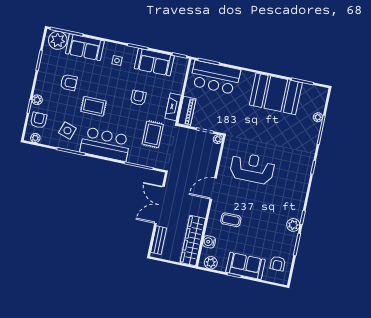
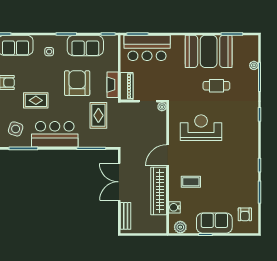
armchair: (138, 98) -> (77, 83), width x1.88, depth x1.88
cafe table: (276, 130) -> (216, 86), added
plant: (293, 225) -> (252, 174), removed
wardrobe: (193, 241) -> (159, 191), moved

